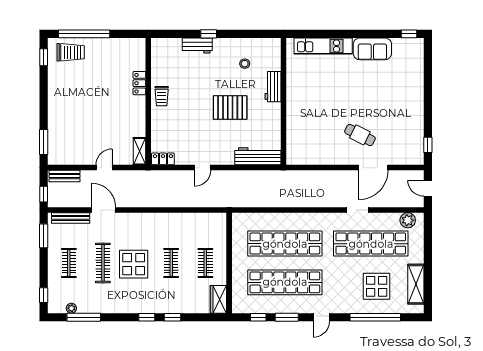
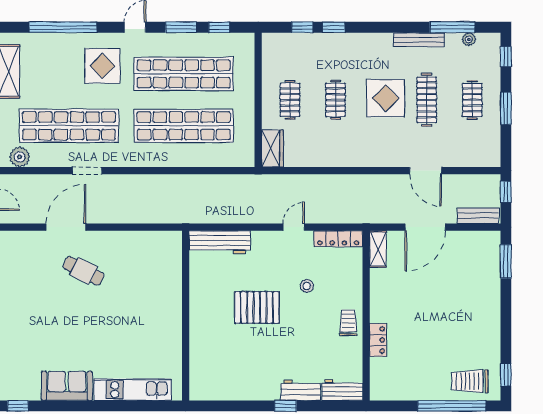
stool: (245, 64) -> (307, 286), moved
workbench: (273, 87) -> (342, 390), moved, turned -90
locker: (163, 159) -> (338, 239), width x1.53
door: (104, 168) -> (425, 227), width x1.87
bench: (71, 218) -> (419, 40), moved
window: (44, 236) -> (506, 108), moved
display table: (377, 286) -> (102, 66), moved
wardrobe: (218, 299) -> (272, 148), moved
window: (147, 317) -> (302, 27), moved

